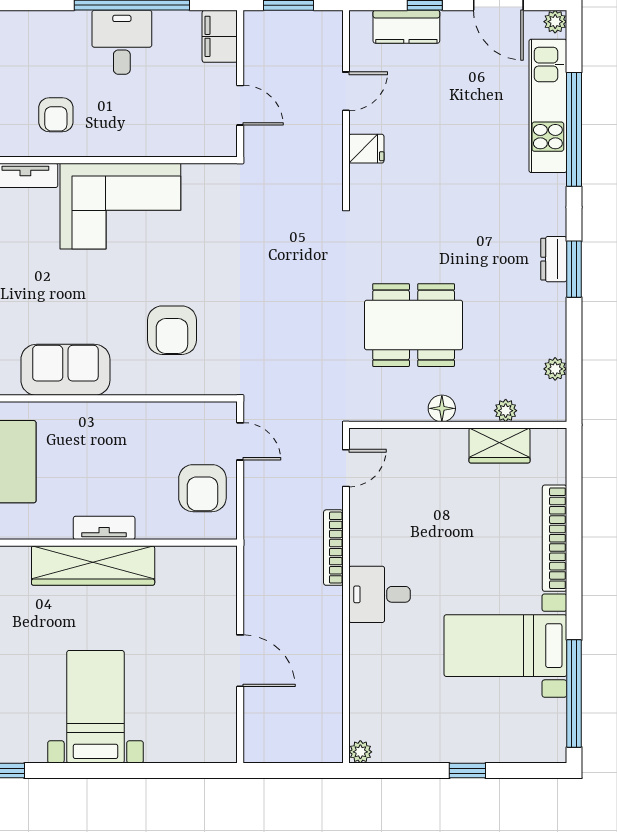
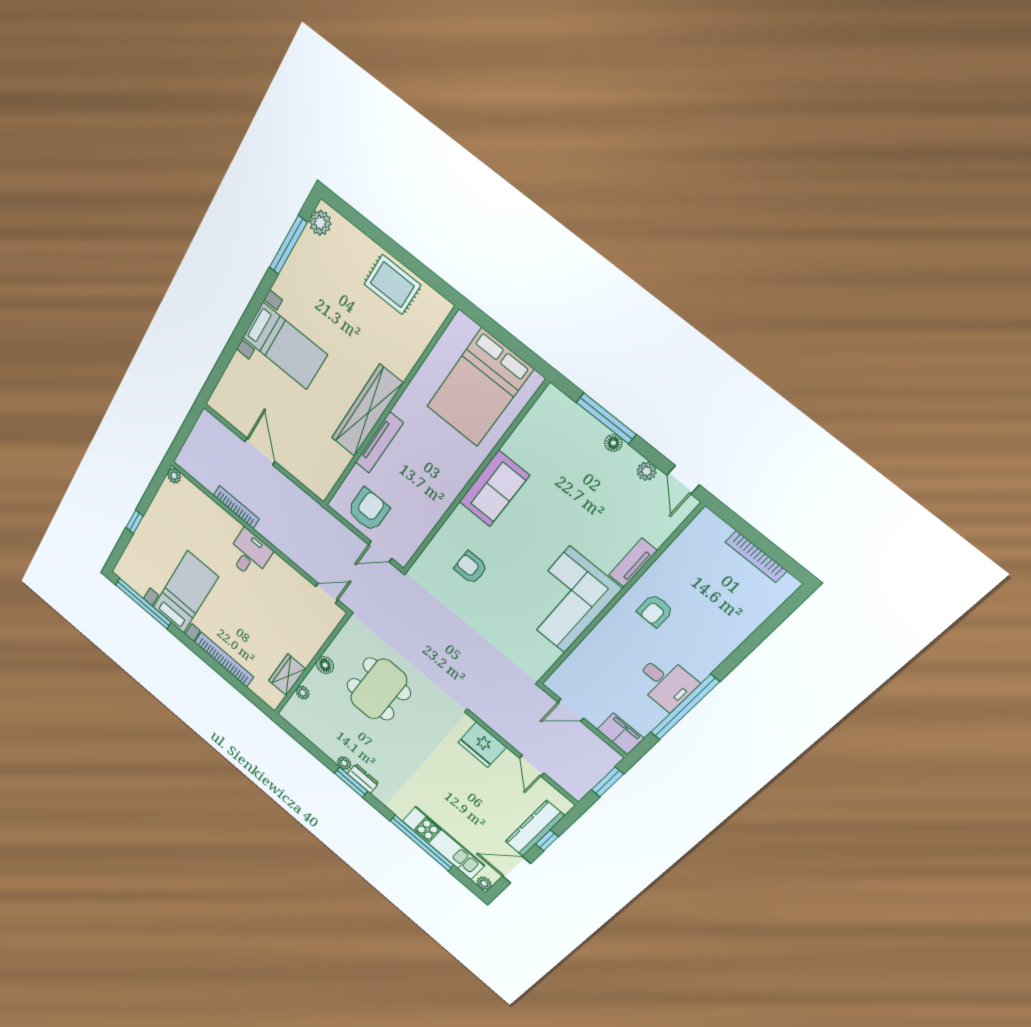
kitchen counter: (406, 27) -> (535, 829), width x1.50
armchair: (56, 115) -> (655, 611), turned -90
fridge: (366, 149) -> (482, 745), width x1.88, depth x1.34
armchair: (172, 330) -> (471, 568), width x0.72, depth x0.72
plant: (555, 369) -> (344, 763), moved
door: (346, 468) -> (327, 593), swing flipped
armchair: (202, 488) -> (368, 510), turned 90
tv unit: (104, 528) -> (379, 443), width x1.41
bookcase: (333, 548) -> (236, 507), moved
door: (240, 661) -> (260, 451), swing flipped

